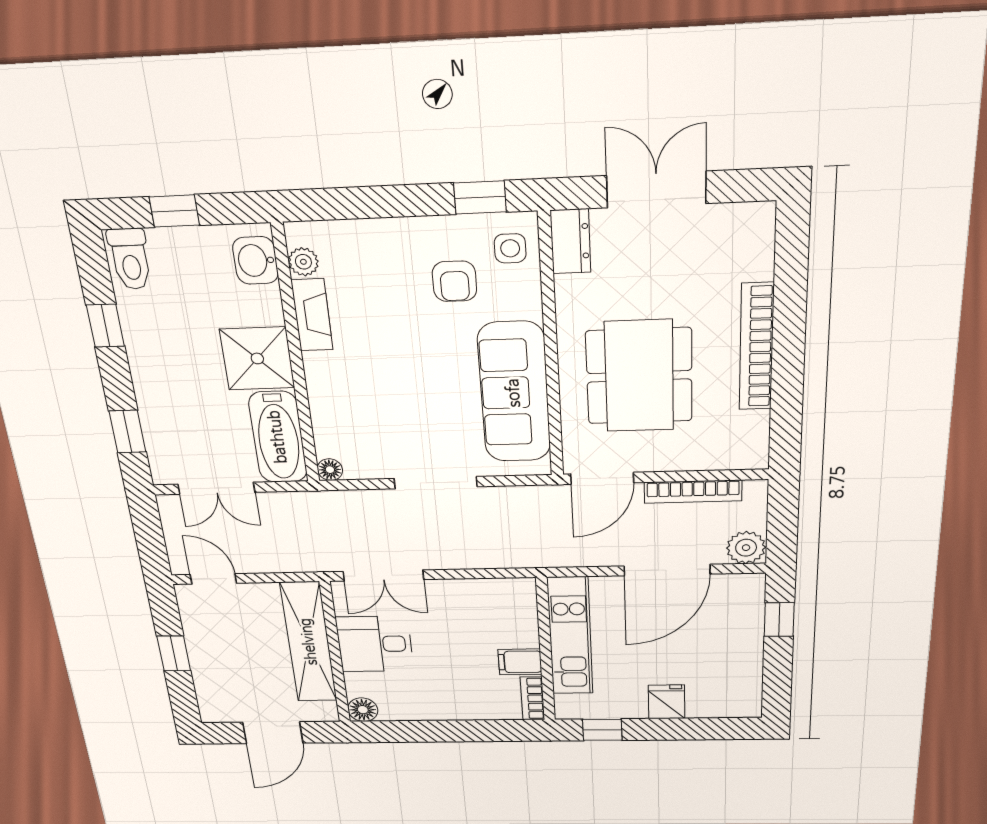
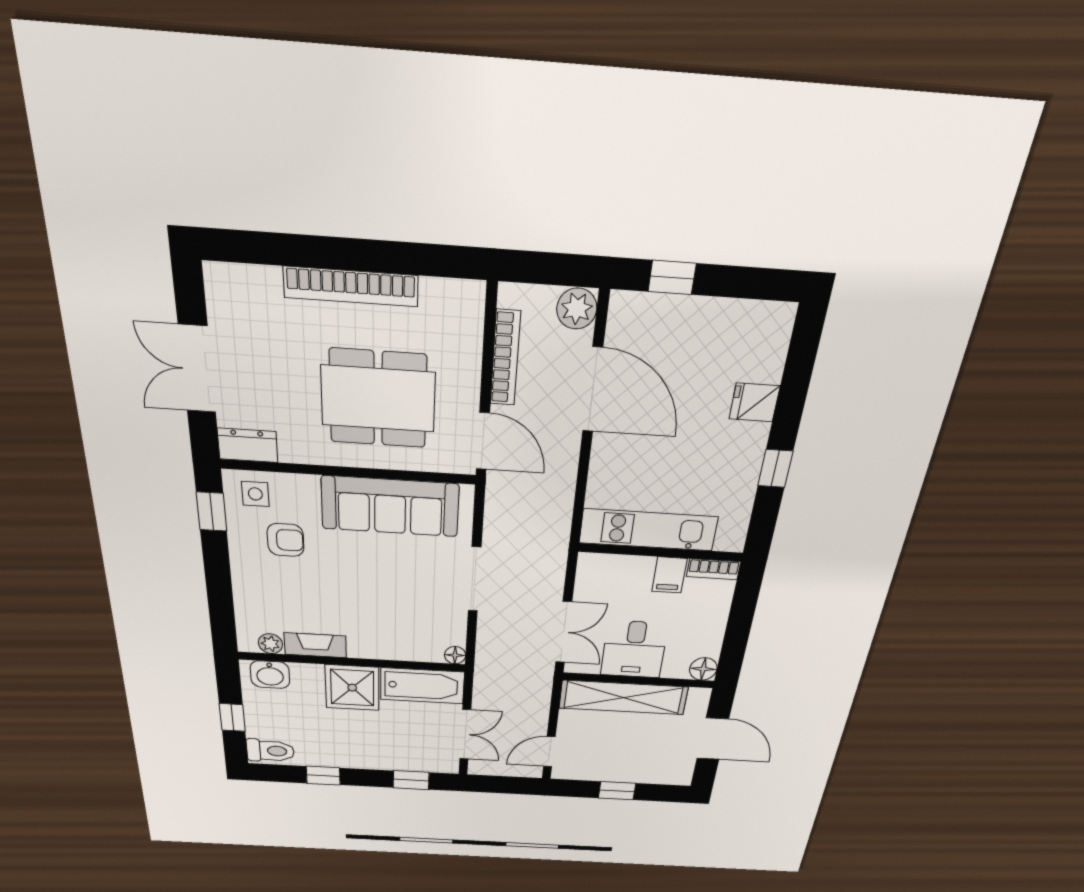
kitchen unit: (570, 636) -> (648, 530), moved
wall: (546, 650) -> (661, 552), moved
filing cabinet: (520, 662) -> (669, 575), moved
bookcase: (532, 698) -> (713, 569), moved

